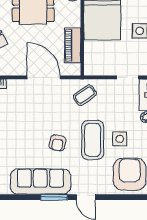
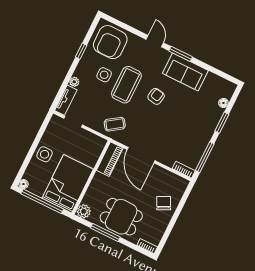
piano: (73, 45) -> (110, 159), moved
sofa: (40, 182) -> (185, 72), width x0.73

